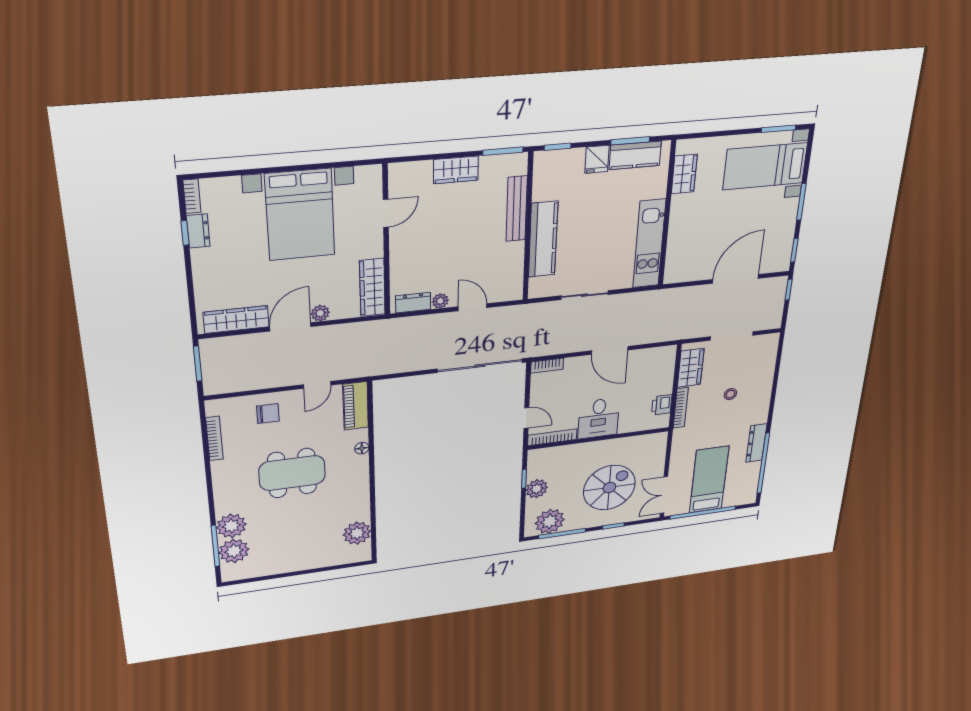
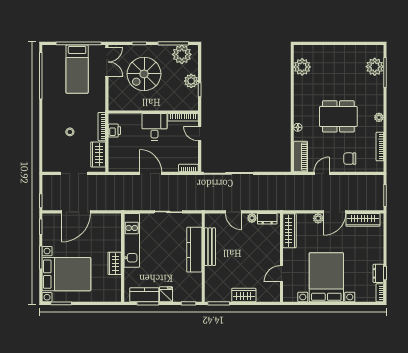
bed with nightstands: (765, 166) -> (66, 274), width x1.36
wardrobe: (684, 174) -> (115, 263), moved
bench: (517, 209) -> (210, 247), moved
dresser: (756, 443) -> (48, 92), removed
plant: (231, 526) -> (379, 117), moved, width x0.53, depth x0.53

